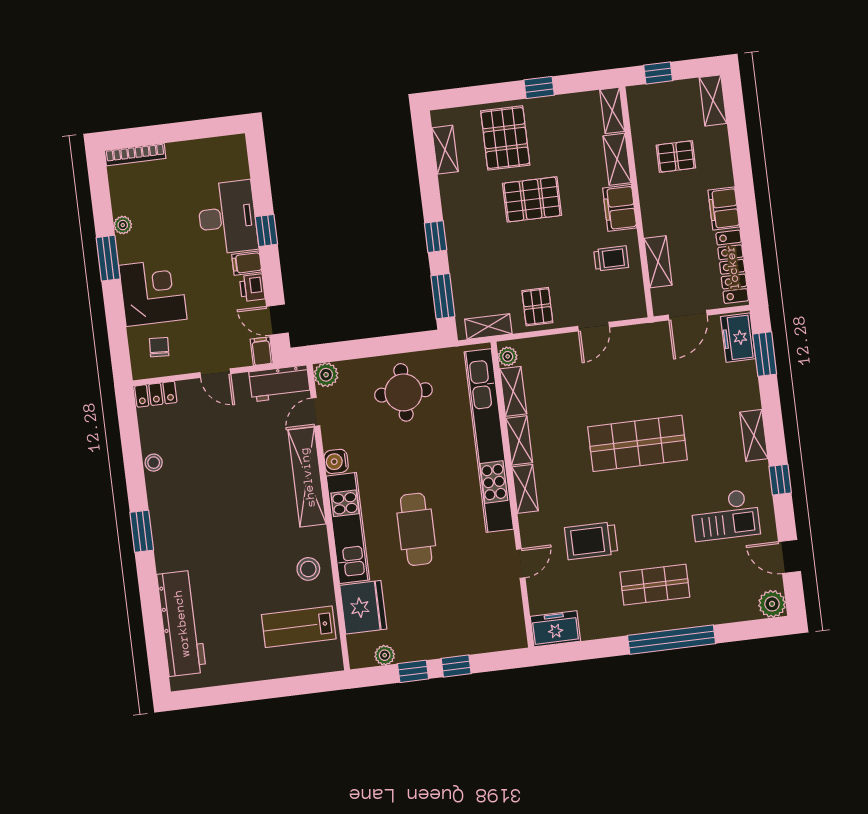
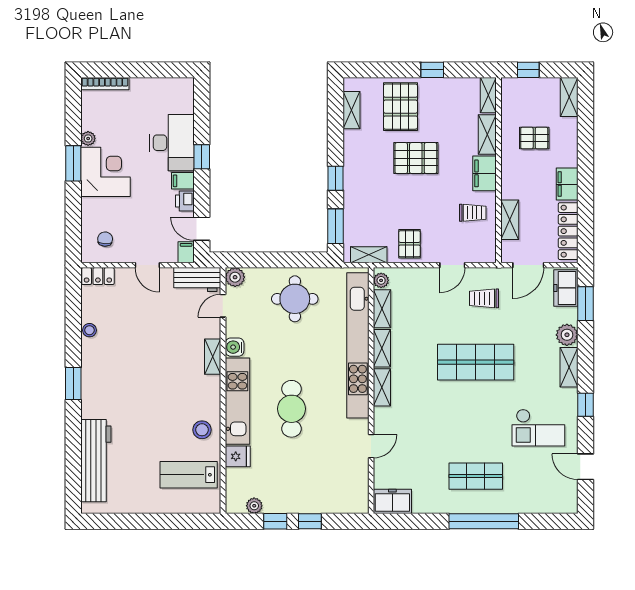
corner desk: (153, 292) -> (106, 172), moved
shelving: (307, 477) -> (213, 357), width x0.45, depth x0.75
trolley: (591, 541) -> (484, 298), moved, width x0.73, depth x0.72
plant: (772, 604) -> (567, 335), moved
fridge: (363, 607) -> (238, 456), width x0.53, depth x0.75

